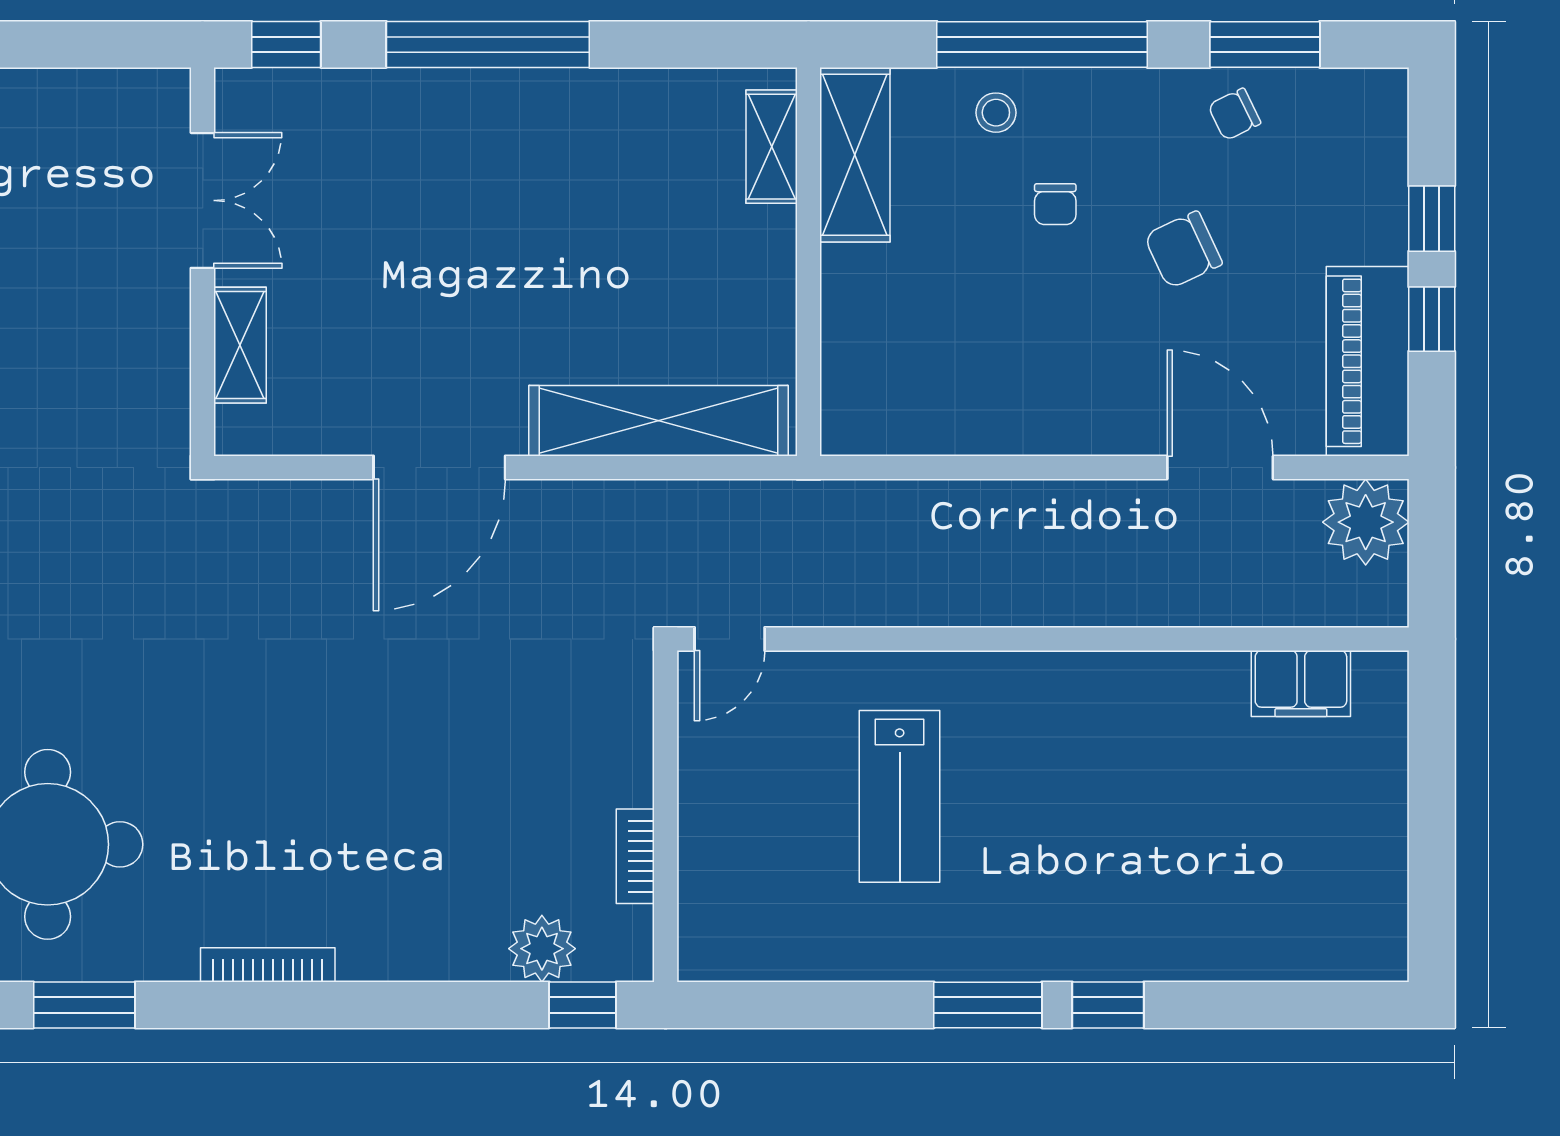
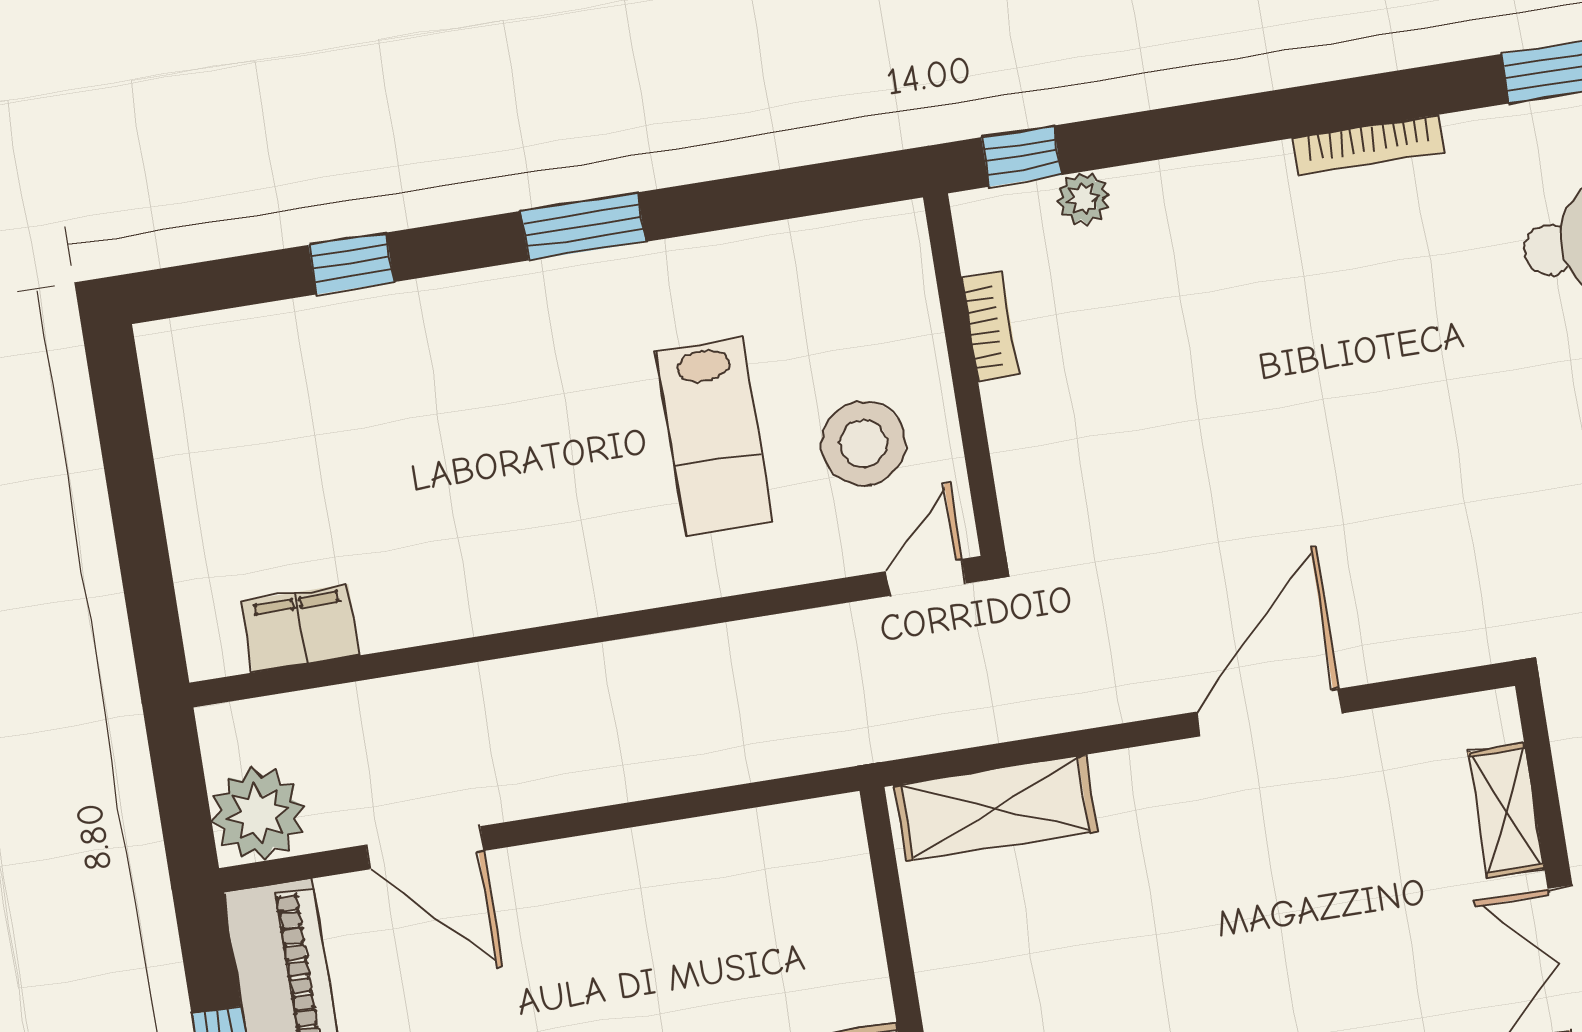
shelving: (659, 421) -> (996, 808), width x0.68
stool: (767, 769) -> (863, 443), added
lab bench: (900, 796) -> (715, 437), turned 180
plant: (542, 949) -> (1083, 199), width x0.73, depth x0.73
window: (1108, 1005) -> (351, 264), moved

